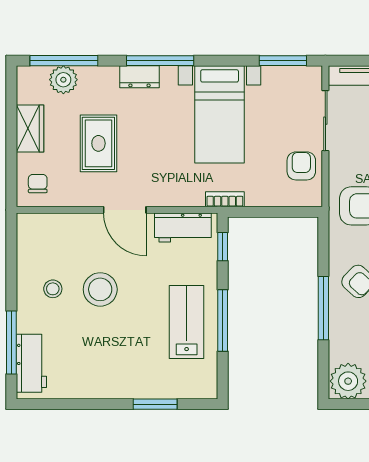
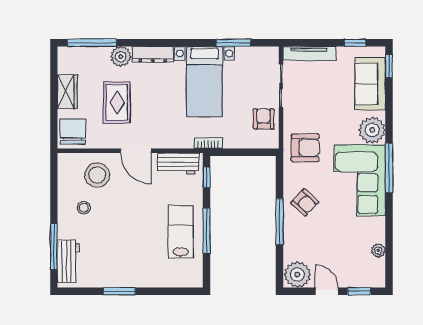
window: (160, 61) -> (161, 43), removed
window: (283, 61) -> (233, 43), moved
dresser: (139, 77) -> (153, 54), width x1.44
plant: (63, 80) -> (121, 57), moved
chair: (38, 184) -> (73, 132), width x1.87, depth x1.87
stool: (100, 289) -> (97, 175), moved
window: (155, 404) -> (119, 291), moved

